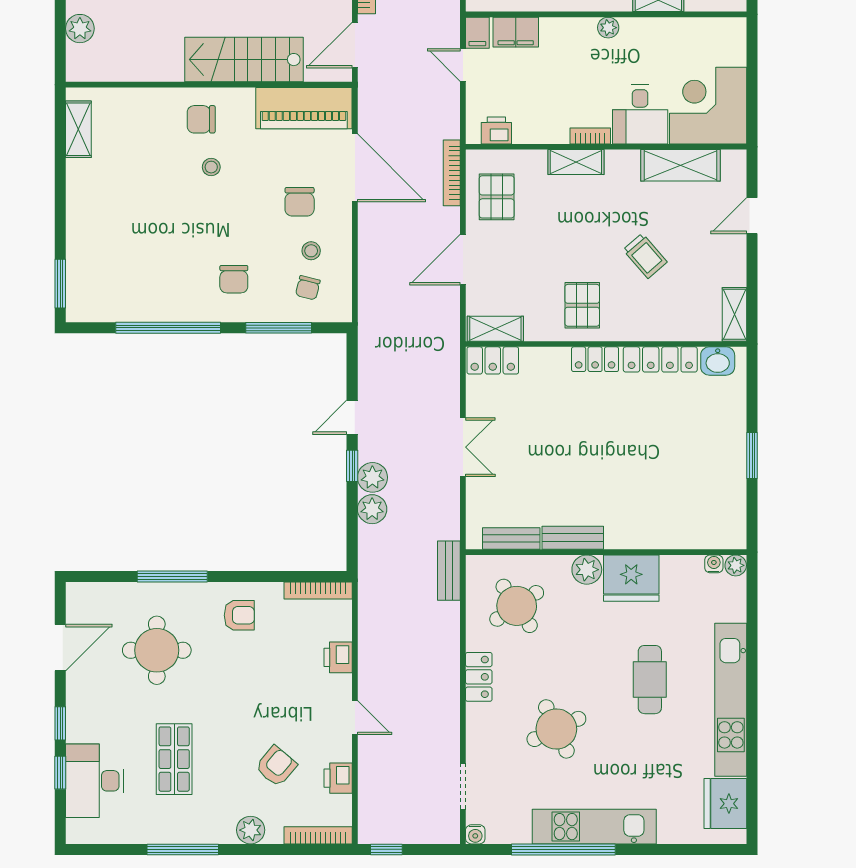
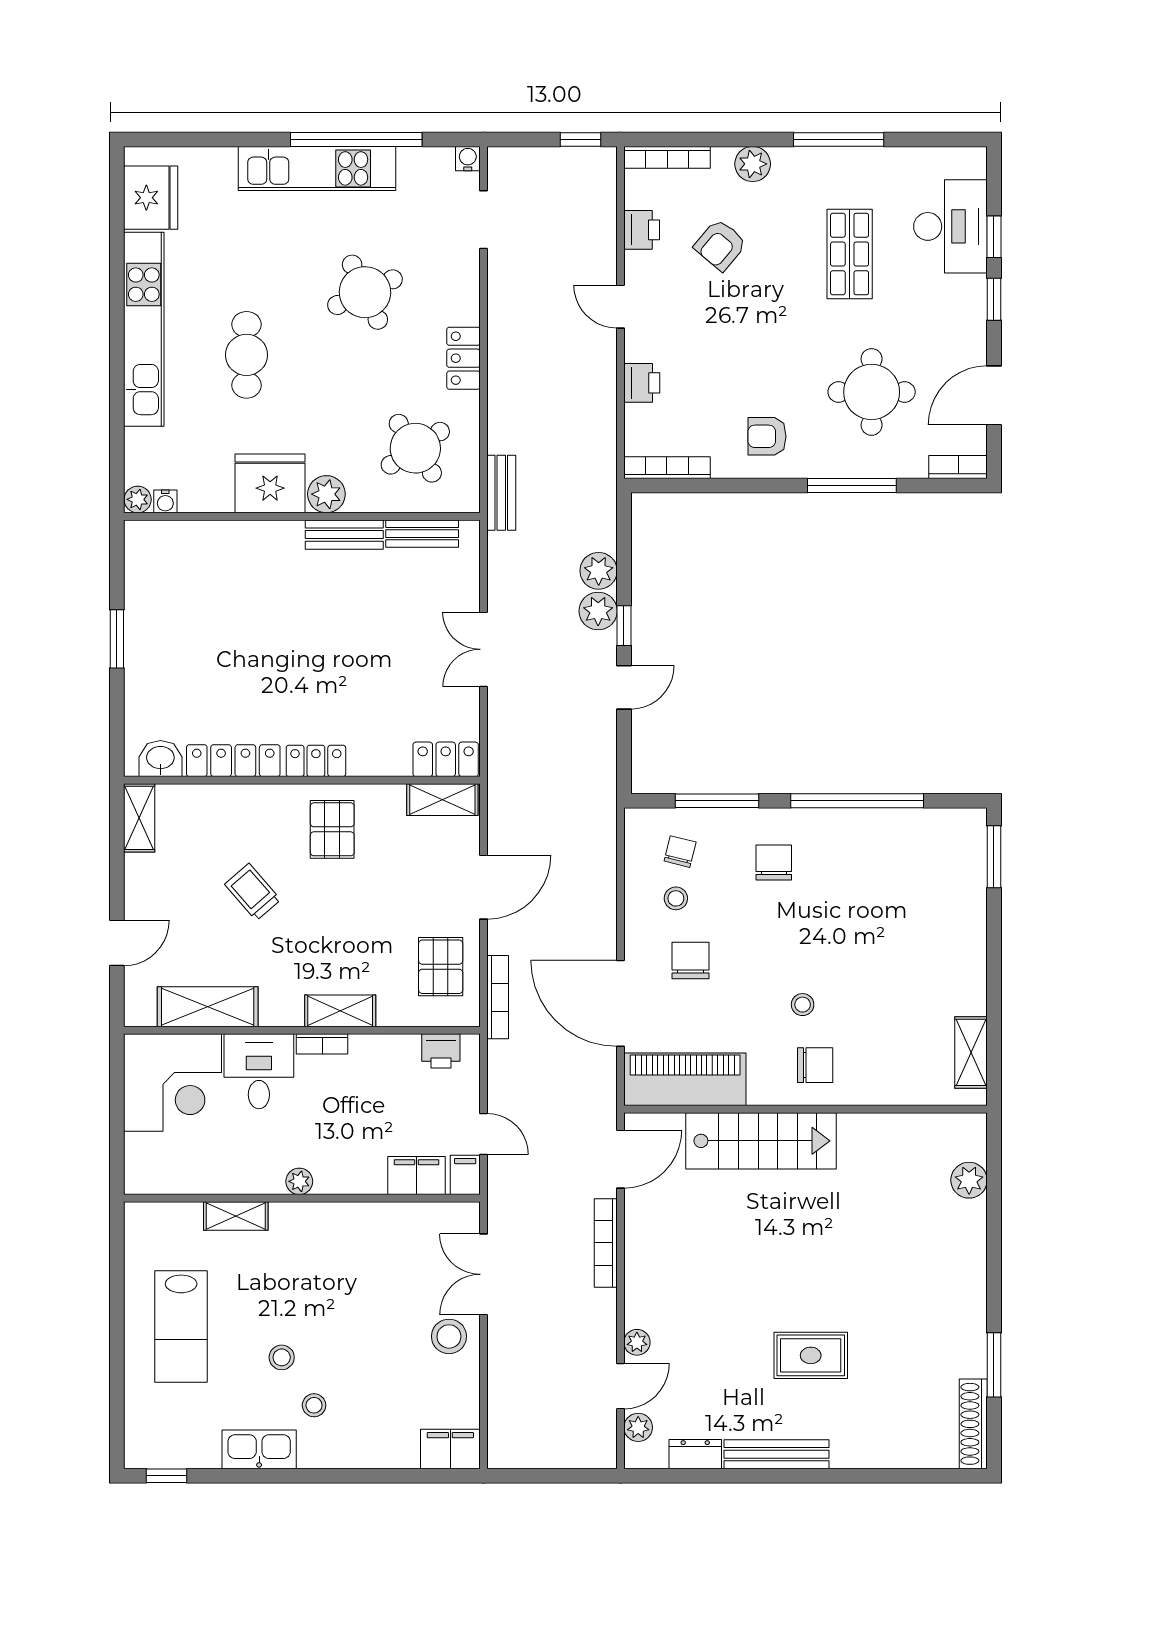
bookcase: (89, 591) -> (958, 467), added

